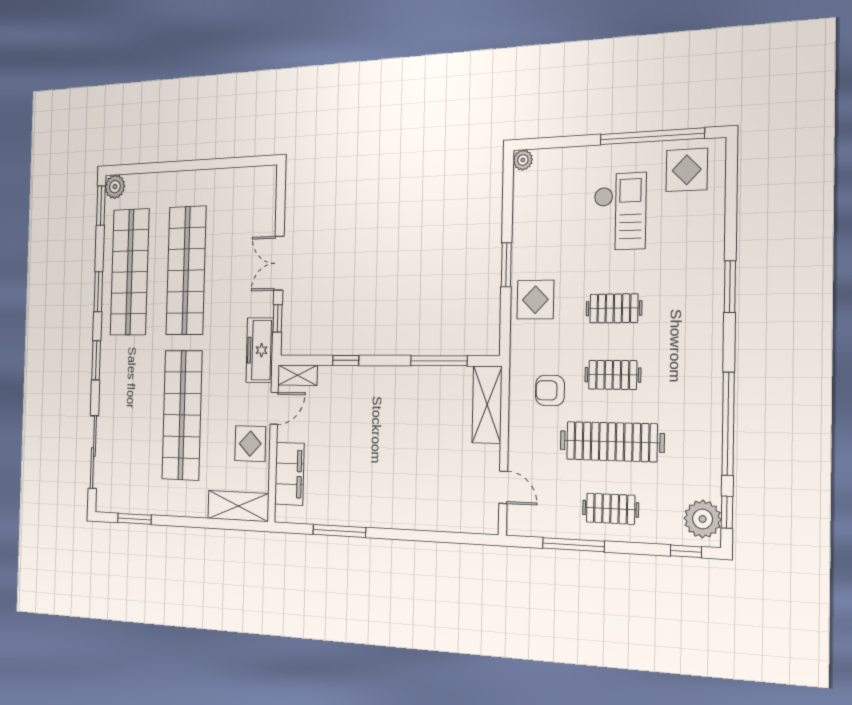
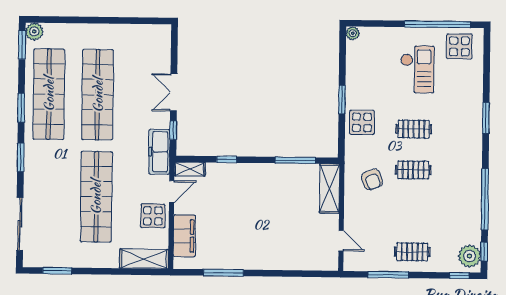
armchair: (550, 390) -> (372, 179), turned -110
clothes rail: (612, 442) -> (413, 211), removed

